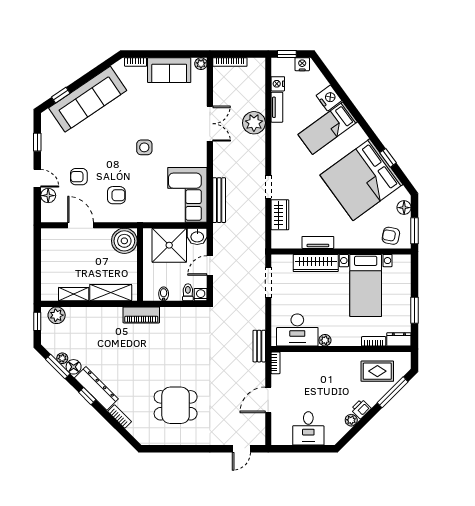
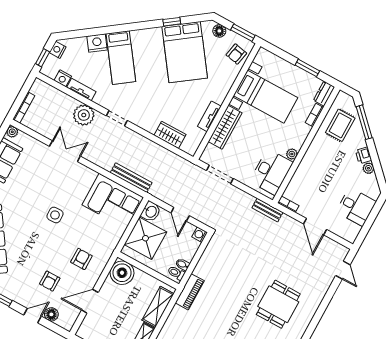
bed: (361, 180) -> (185, 52), width x0.73
doorway: (268, 187) -> (117, 118), moved
toilet: (188, 292) -> (176, 273), moved

